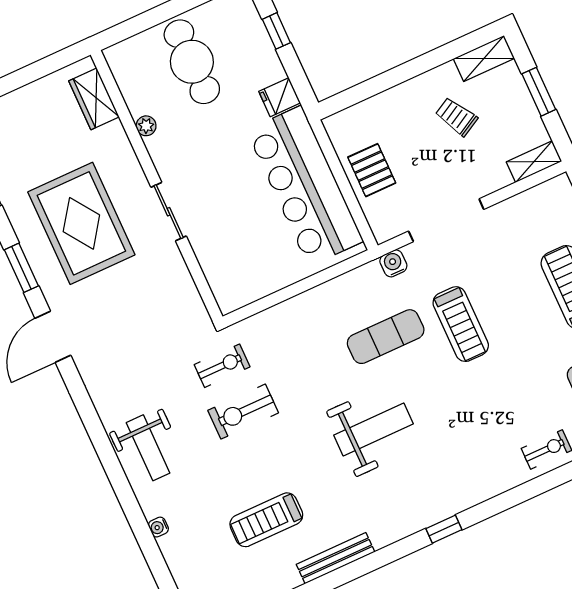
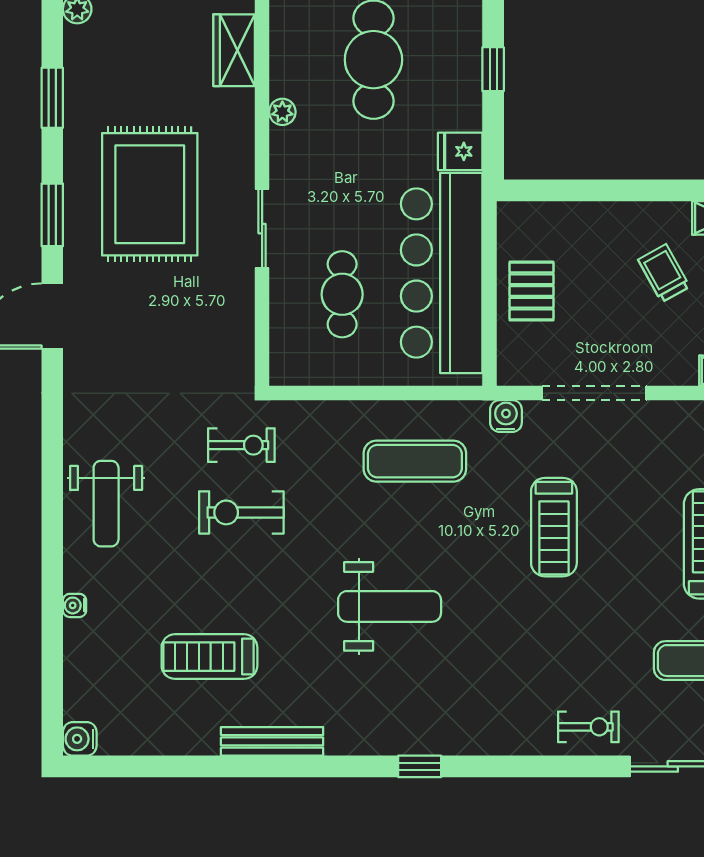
cafe table: (244, 231) -> (342, 294), added
exercise mat: (386, 337) -> (415, 461), moved

